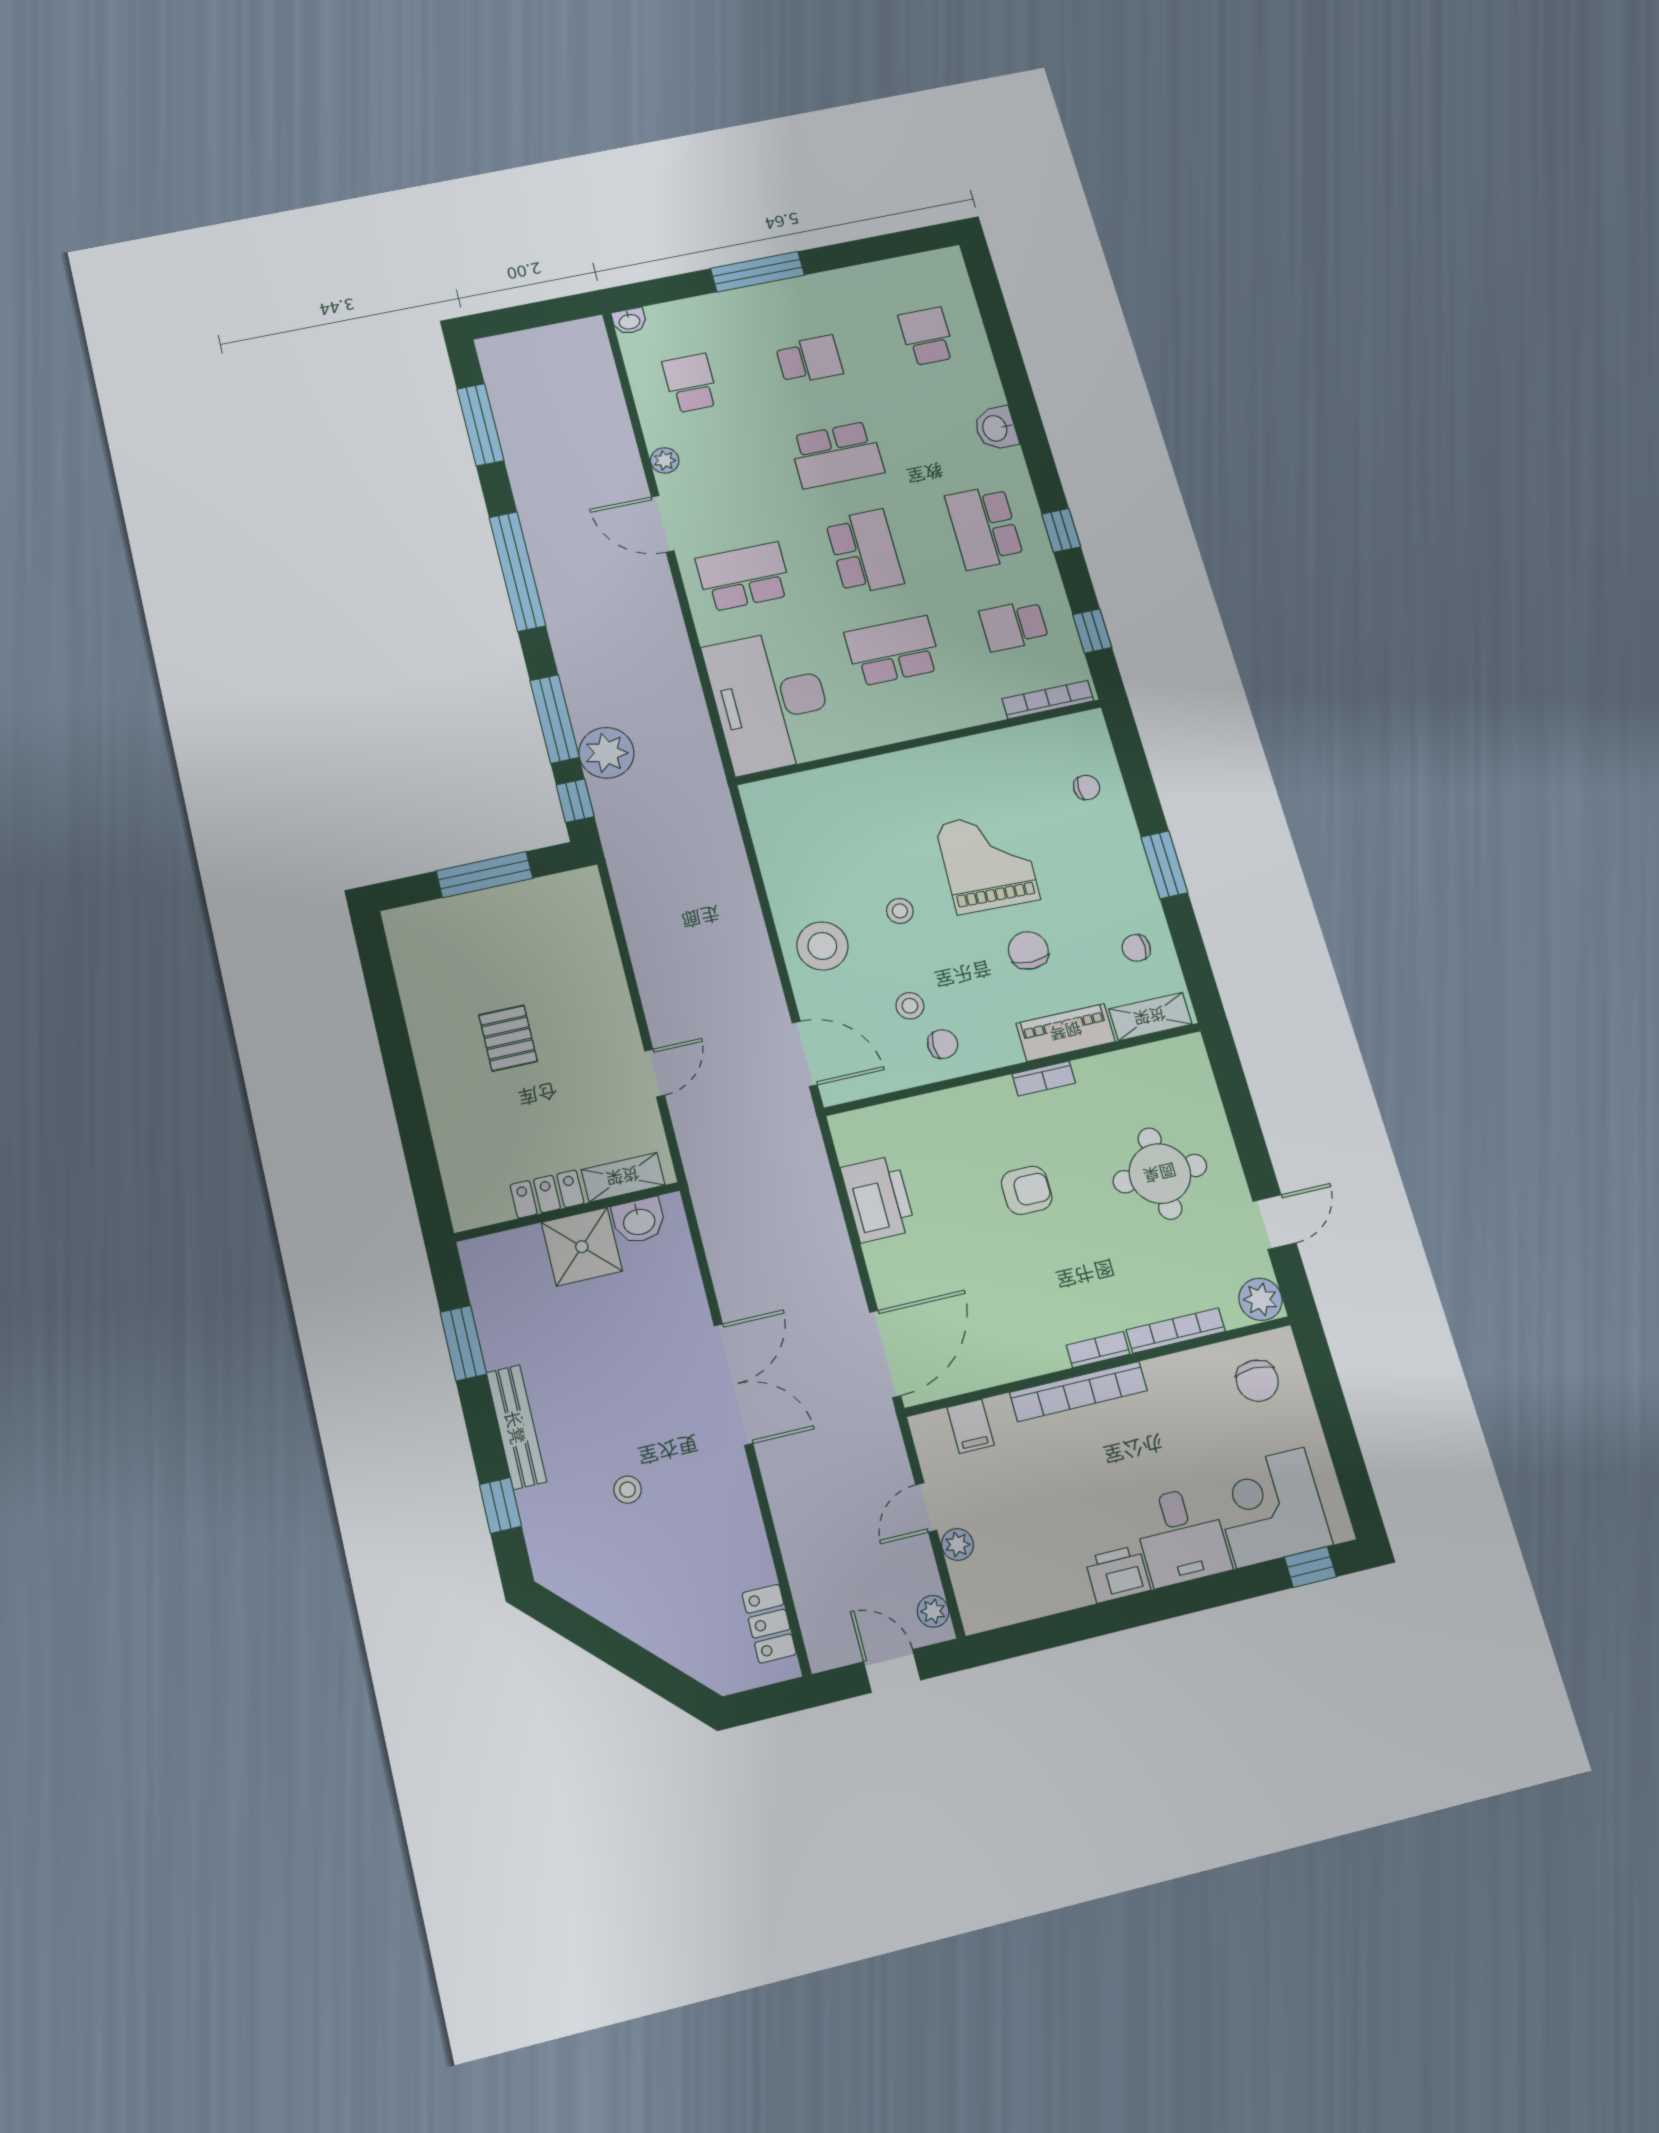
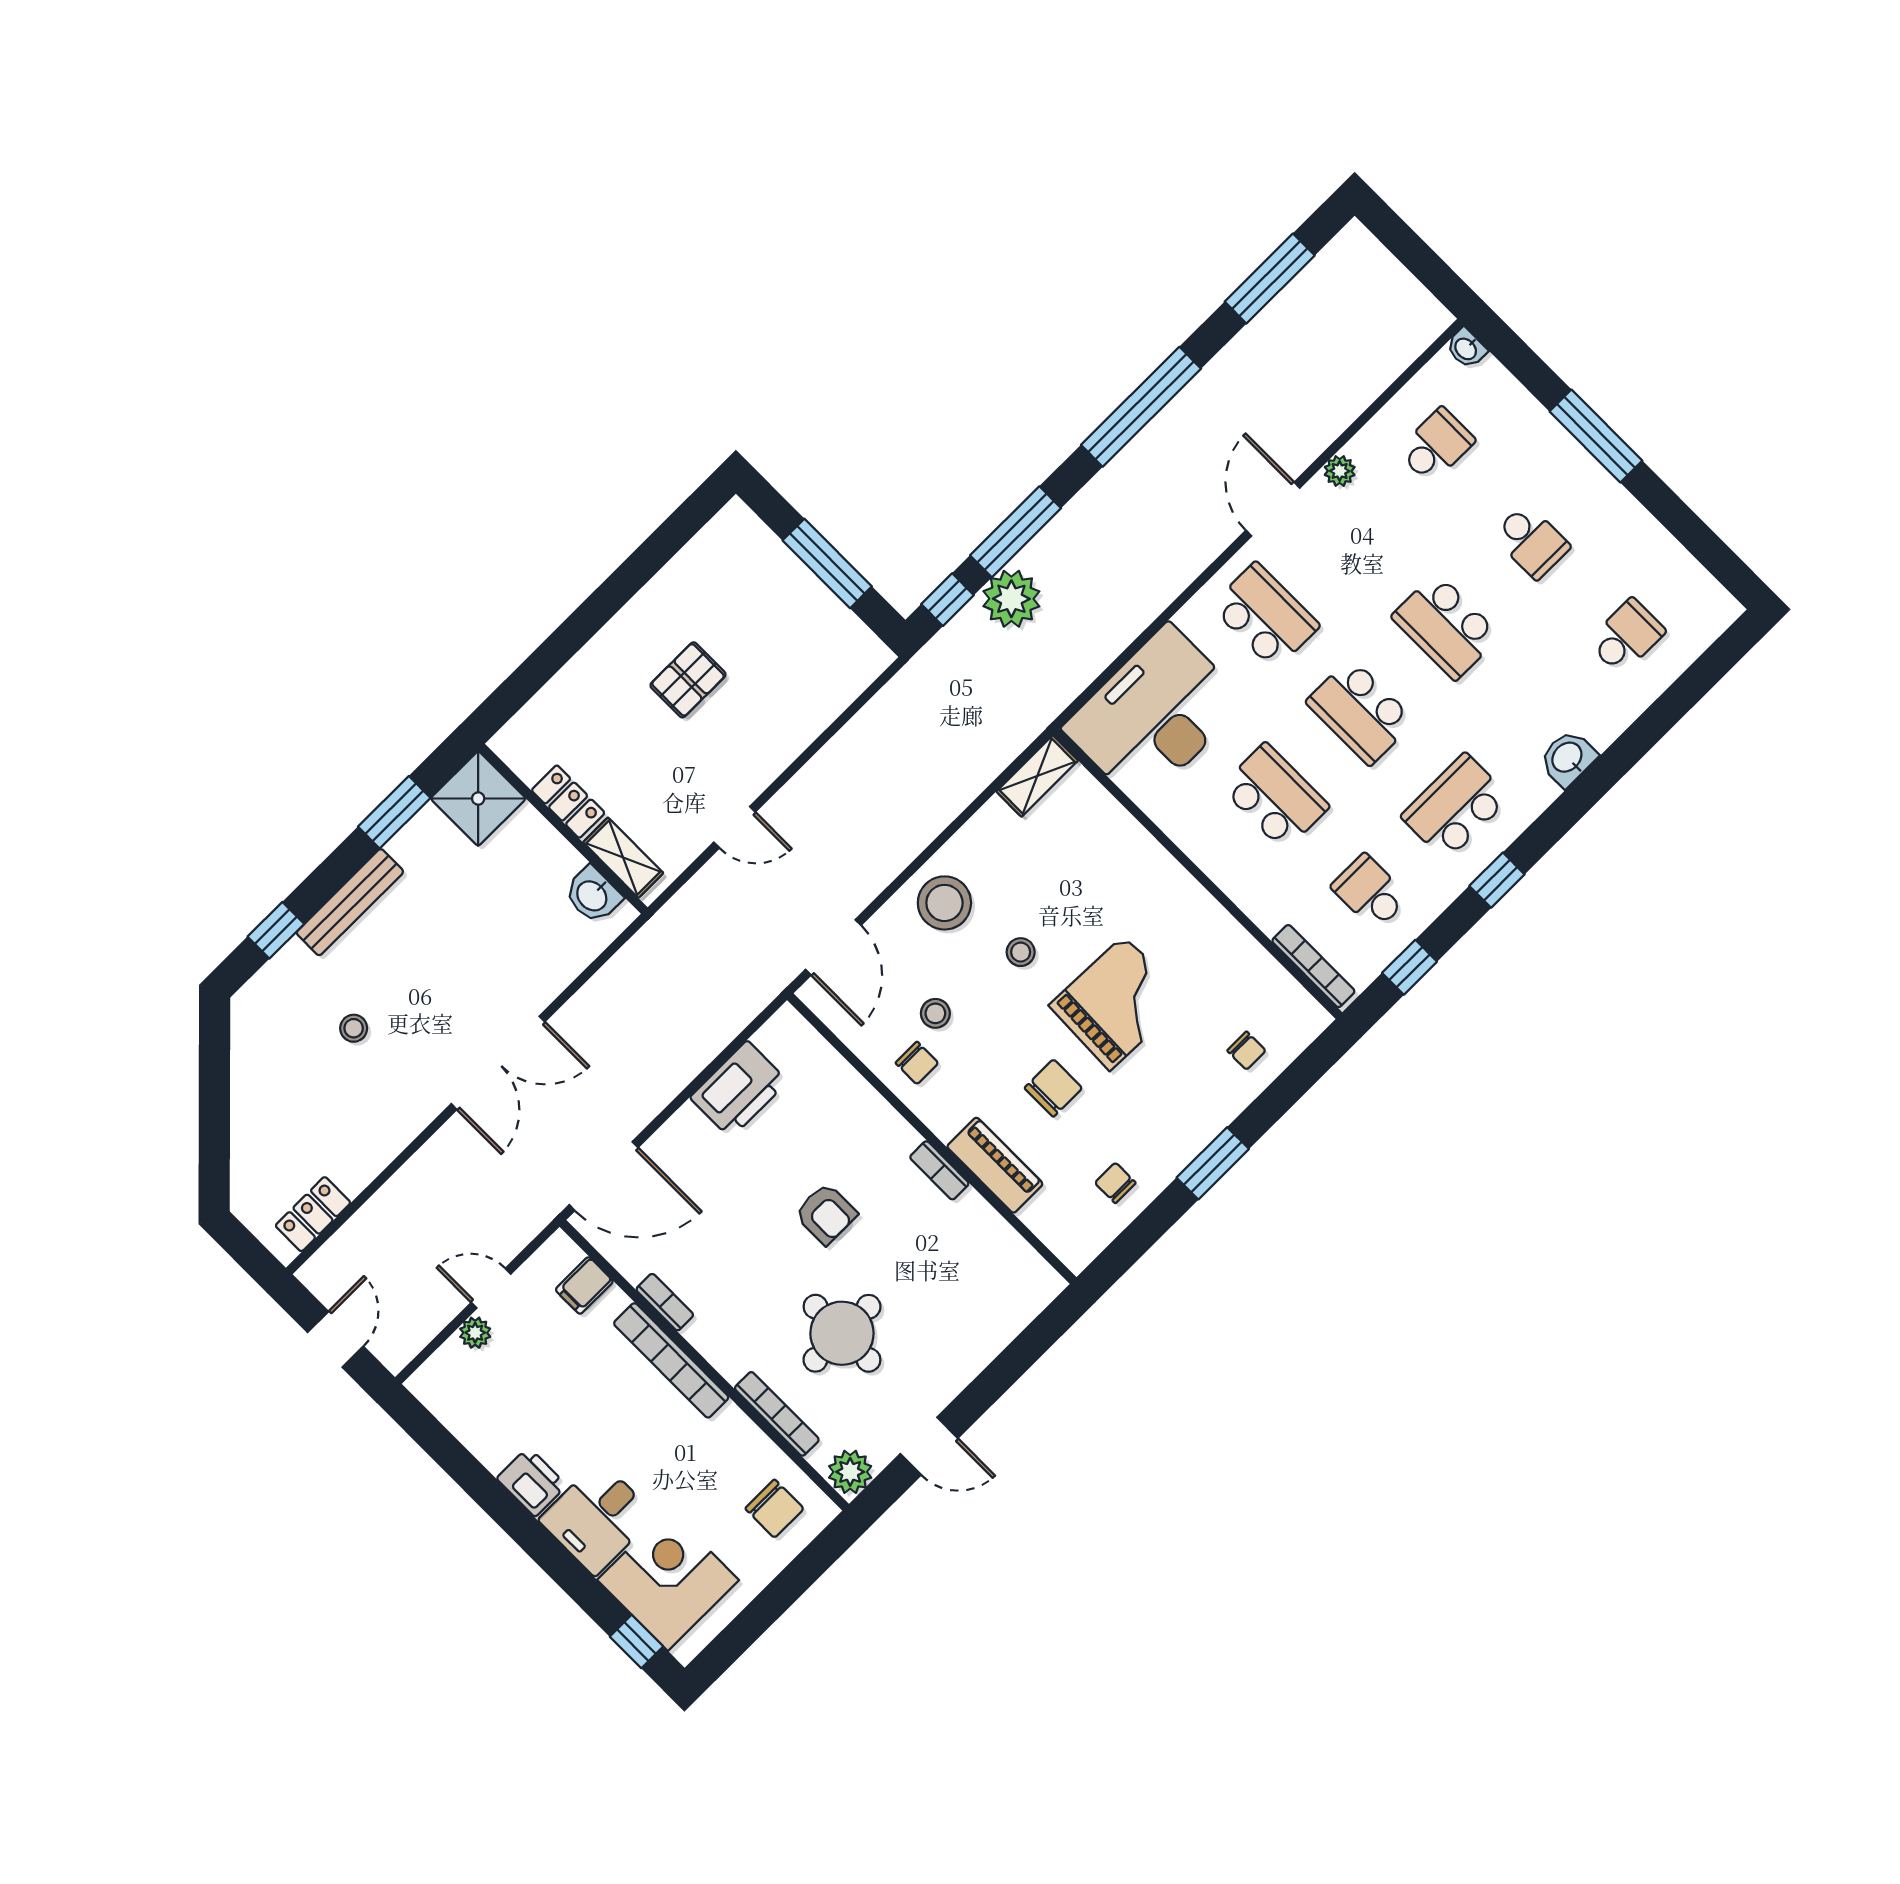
school desk: (865, 552) -> (1360, 711), turned 90
shelving: (1150, 1017) -> (1037, 776), moved, turned 90
round table: (1160, 1174) -> (842, 1333), moved
shower: (582, 1247) -> (478, 799), moved
bookcase: (1098, 1350) -> (665, 1302), moved
chair: (1257, 1381) -> (774, 1509), turned -90
plant: (933, 1611) -> (406, 1345), removed

